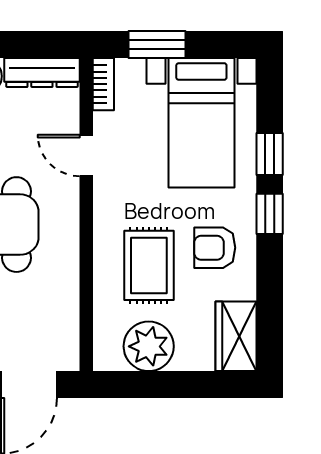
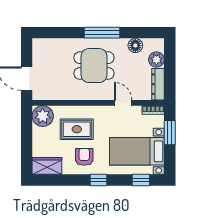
window: (270, 154) -> (141, 180), moved
door: (86, 155) -> (123, 103), hinge flipped
plant: (149, 346) -> (43, 116), moved

